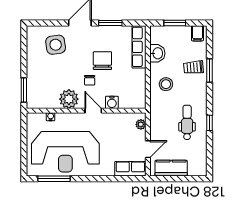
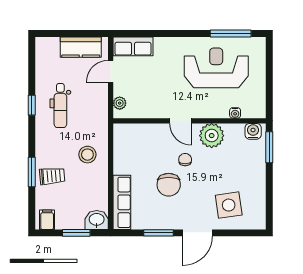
washbasin: (157, 53) -> (97, 220), moved, turned 90
water cooler: (112, 102) -> (253, 131), moved
reception desk: (65, 152) -> (216, 68), width x0.74, depth x0.77

